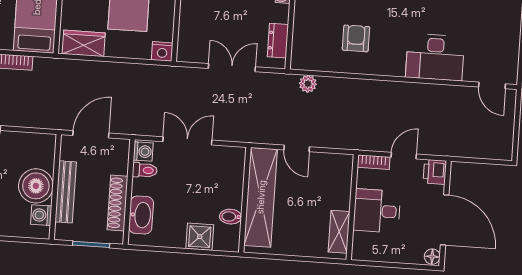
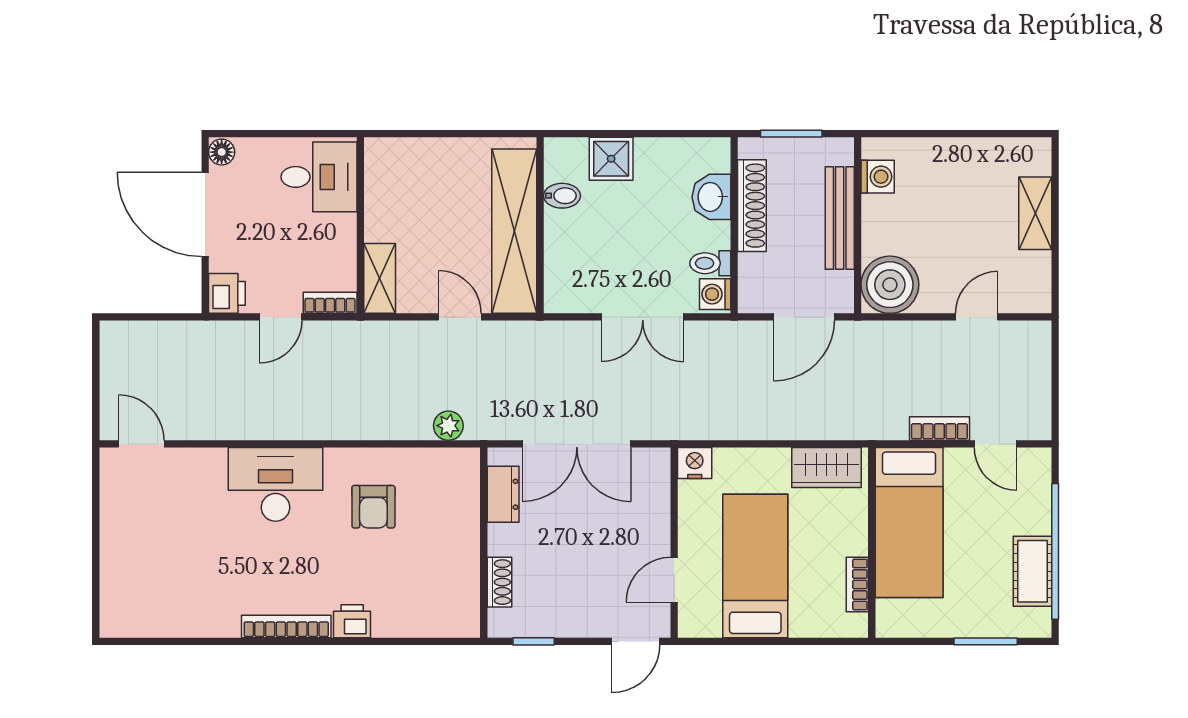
desk: (435, 57) -> (276, 484), moved
double door: (232, 68) -> (577, 444), width x1.37
boiler: (36, 186) -> (890, 285), moved
desk: (377, 211) -> (319, 177), moved
washbasin: (141, 215) -> (711, 197), width x0.72
shelving: (339, 232) -> (380, 278), moved

